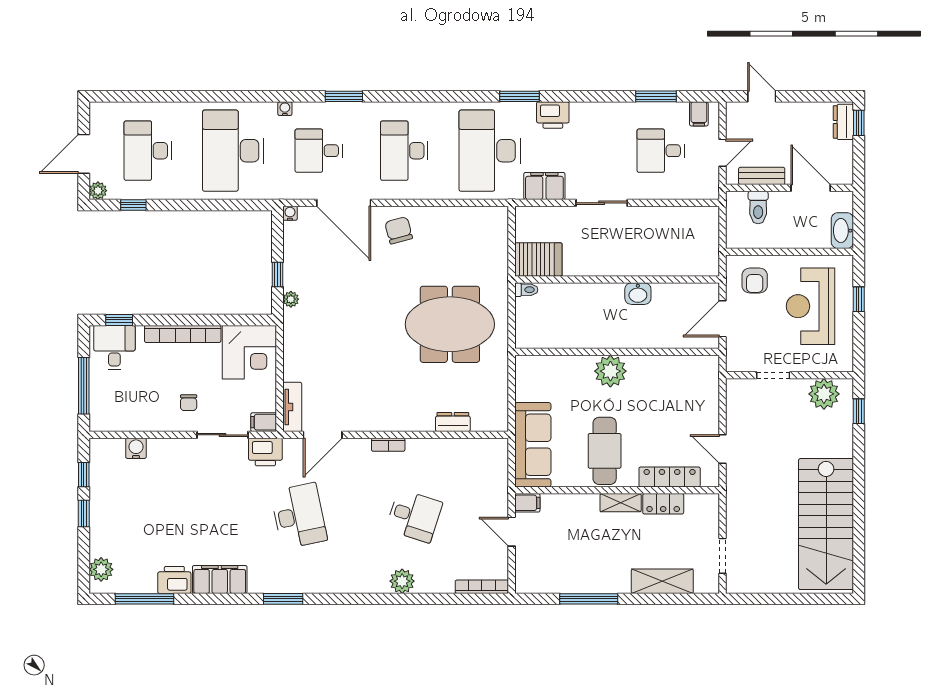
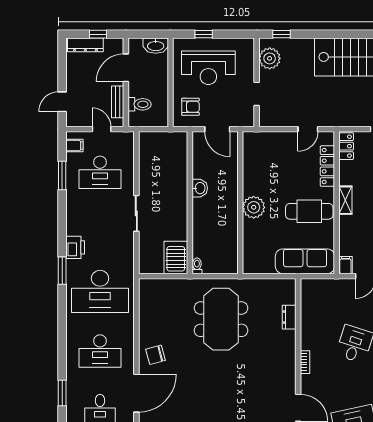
dresser: (843, 122) -> (85, 45), width x1.44
window: (859, 123) -> (98, 34), moved
desk: (661, 151) -> (100, 172), width x1.37
filing cabinet: (544, 186) -> (125, 253), removed
locker: (663, 504) -> (346, 146), moved

